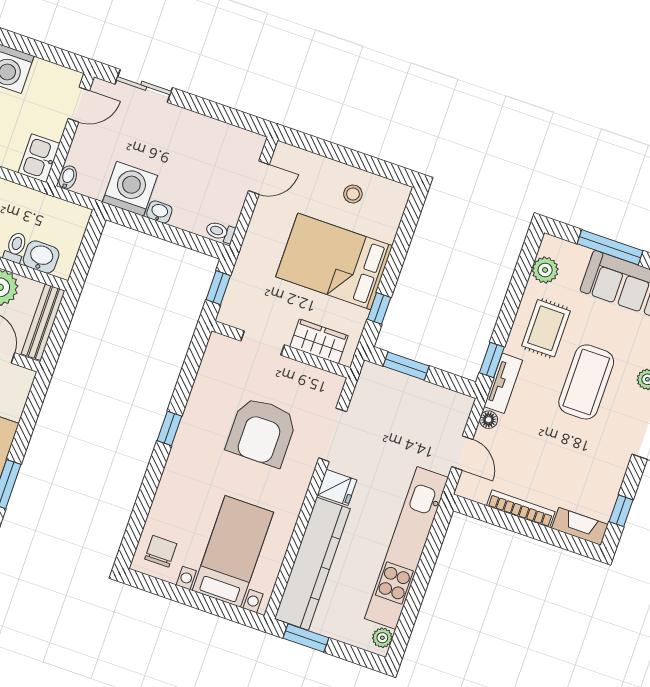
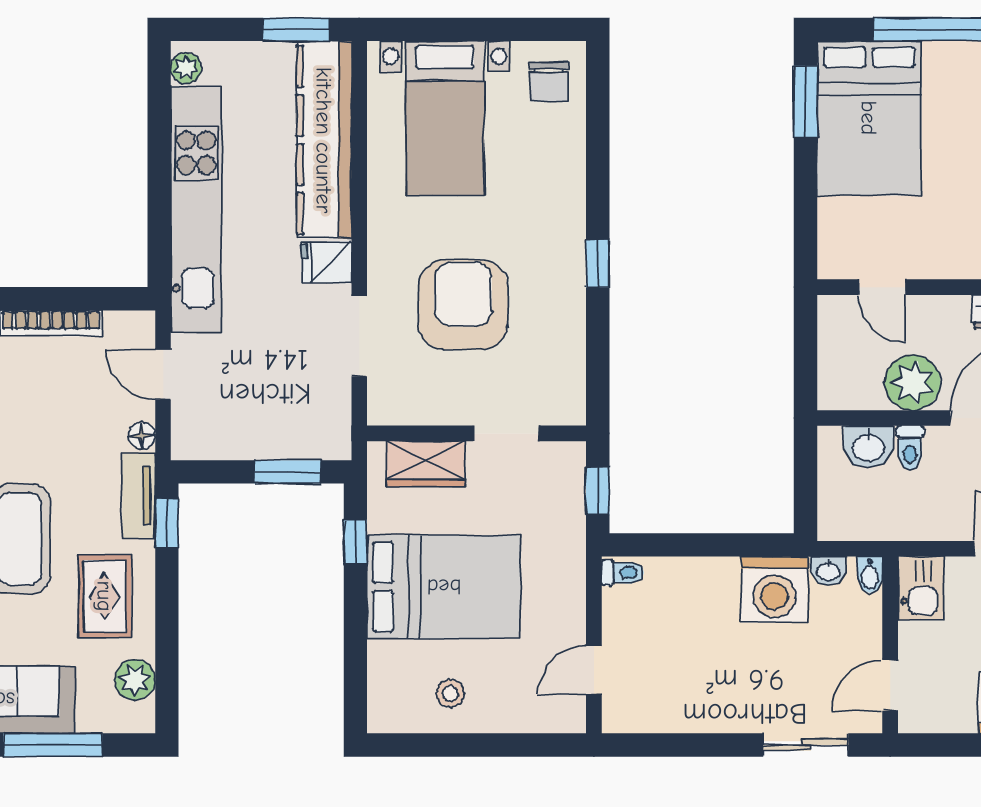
washbasin: (159, 212) -> (828, 571), moved
bench: (43, 322) -> (833, 354), removed

